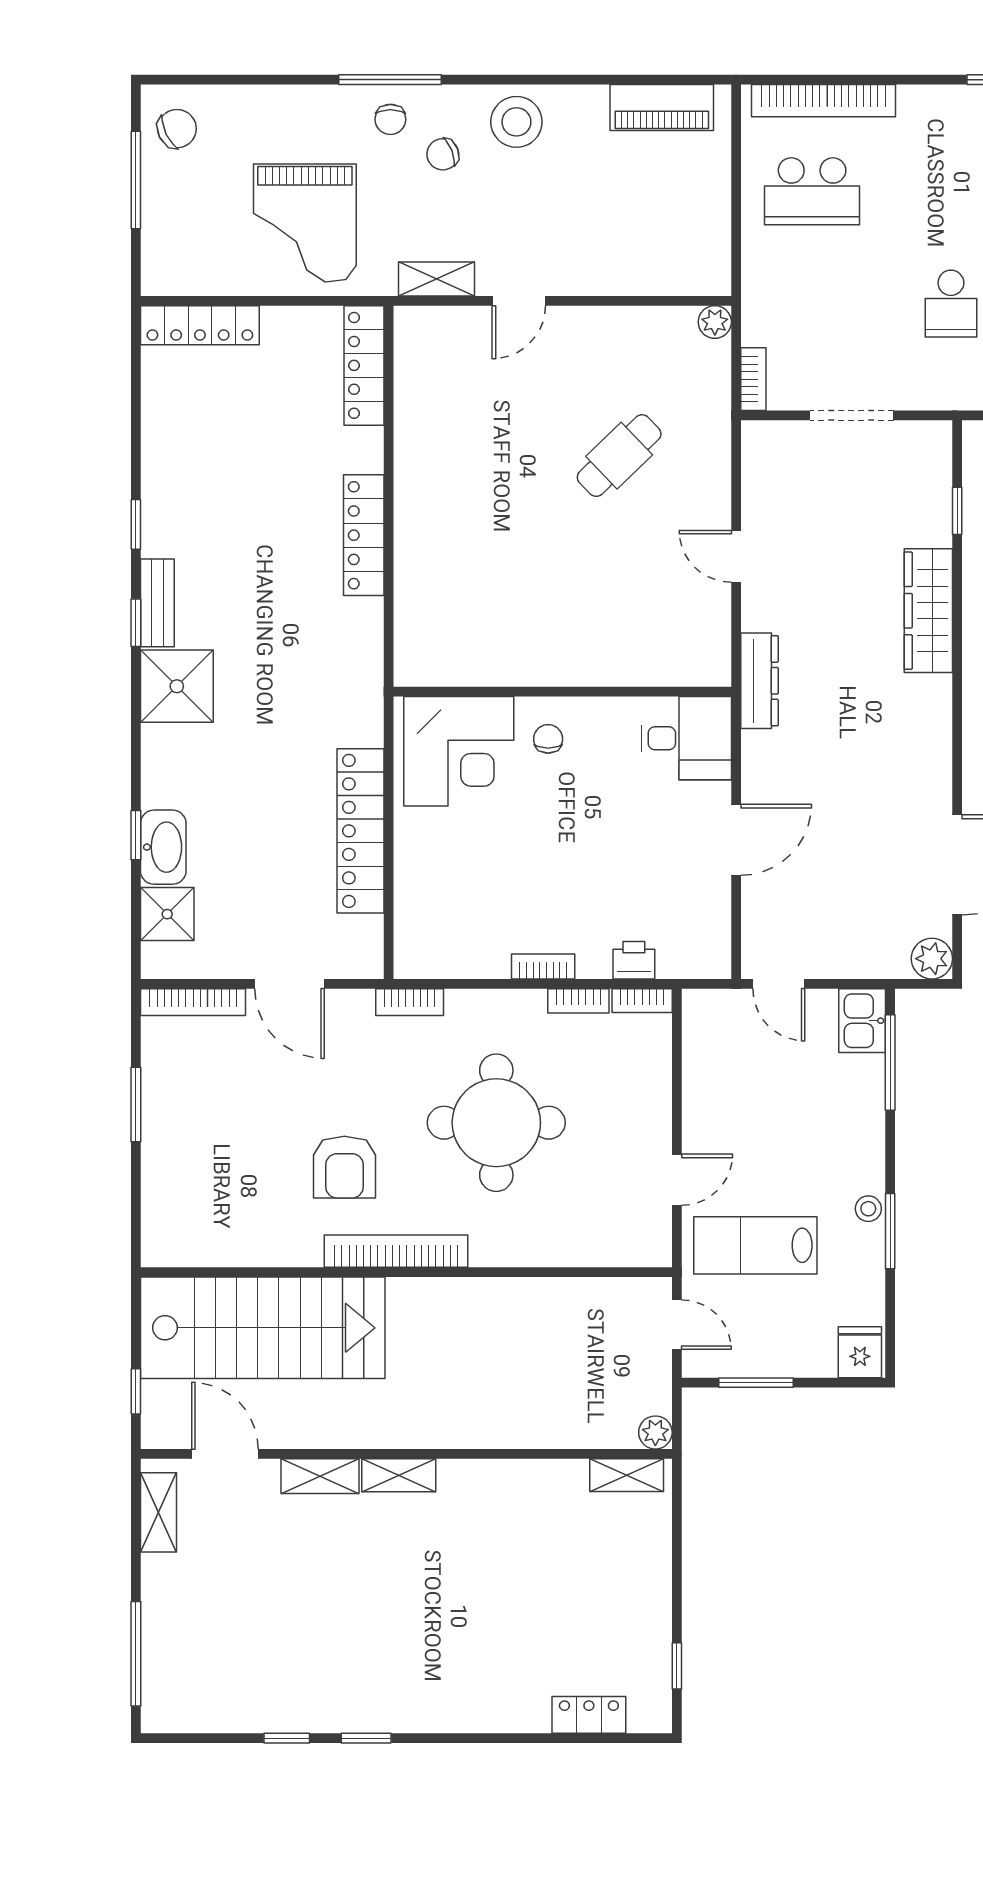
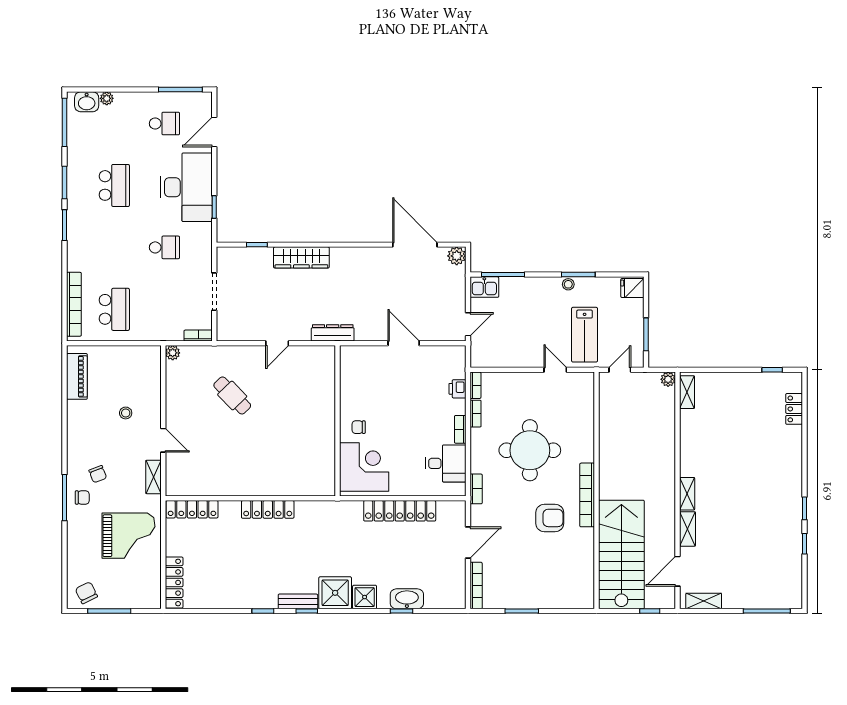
stool: (516, 122) -> (126, 413), moved, width x0.53, depth x0.53
desk: (686, 738) -> (446, 463), moved, turned 90
shower: (167, 914) -> (365, 597), moved

